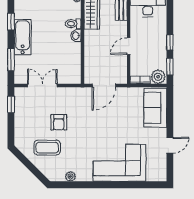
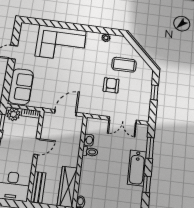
toilet: (73, 24) -> (90, 152), moved
washbasin: (76, 36) -> (89, 140), moved
window: (11, 104) -> (154, 92), moved

